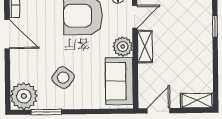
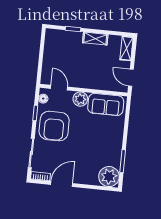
shelving: (145, 47) -> (95, 39), moved
side table: (63, 78) -> (98, 146), removed

